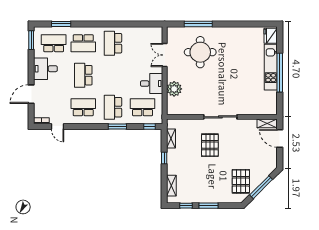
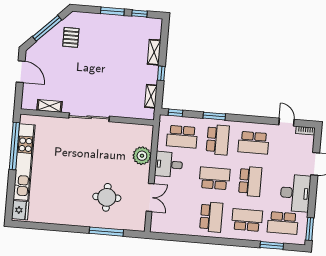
round table: (200, 52) -> (107, 197), width x0.73, depth x0.73
kitchen unit: (271, 67) -> (24, 162), width x1.36
desk: (45, 69) -> (295, 193), width x1.37
window: (280, 73) -> (14, 146), moved
school desk: (113, 75) -> (215, 178), added
shelving: (267, 123) -> (50, 106), moved
door: (280, 138) -> (21, 72), moved
pallet: (210, 145) -> (105, 84), removed
pallet: (241, 181) -> (71, 37), width x0.67, depth x0.71
shelving: (171, 186) -> (154, 52), moved

